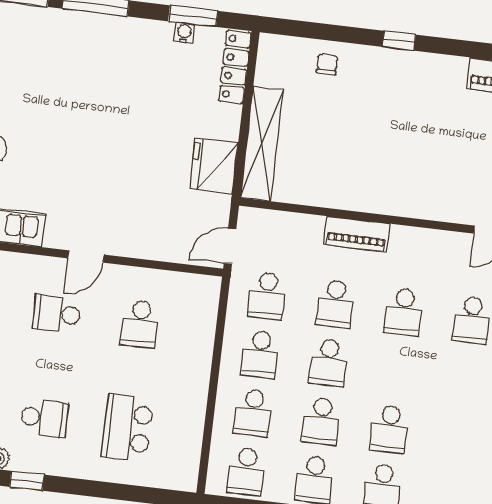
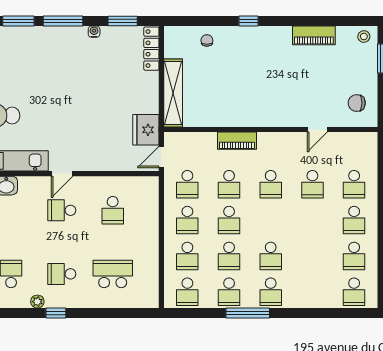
water cooler: (184, 33) -> (94, 32), moved
fridge: (214, 166) -> (146, 130), moved
door: (86, 256) -> (62, 174), moved
school desk: (44, 418) -> (62, 274), turned 180
school desk: (127, 428) -> (113, 274), turned 90

